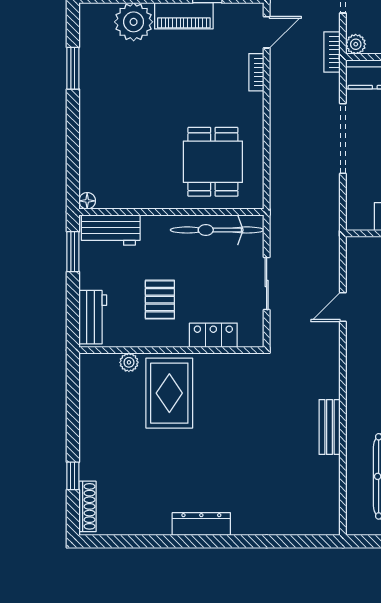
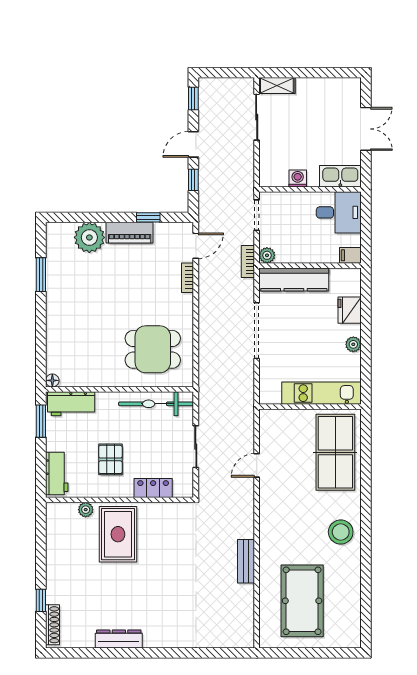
dining table: (213, 162) -> (153, 349), turned 90
dresser: (201, 524) -> (119, 639), moved

